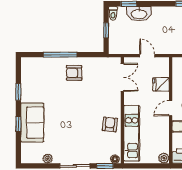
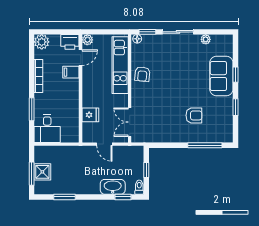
window: (60, 55) -> (205, 145), moved
armchair: (74, 73) -> (194, 115), moved
door: (171, 108) -> (81, 58), moved

